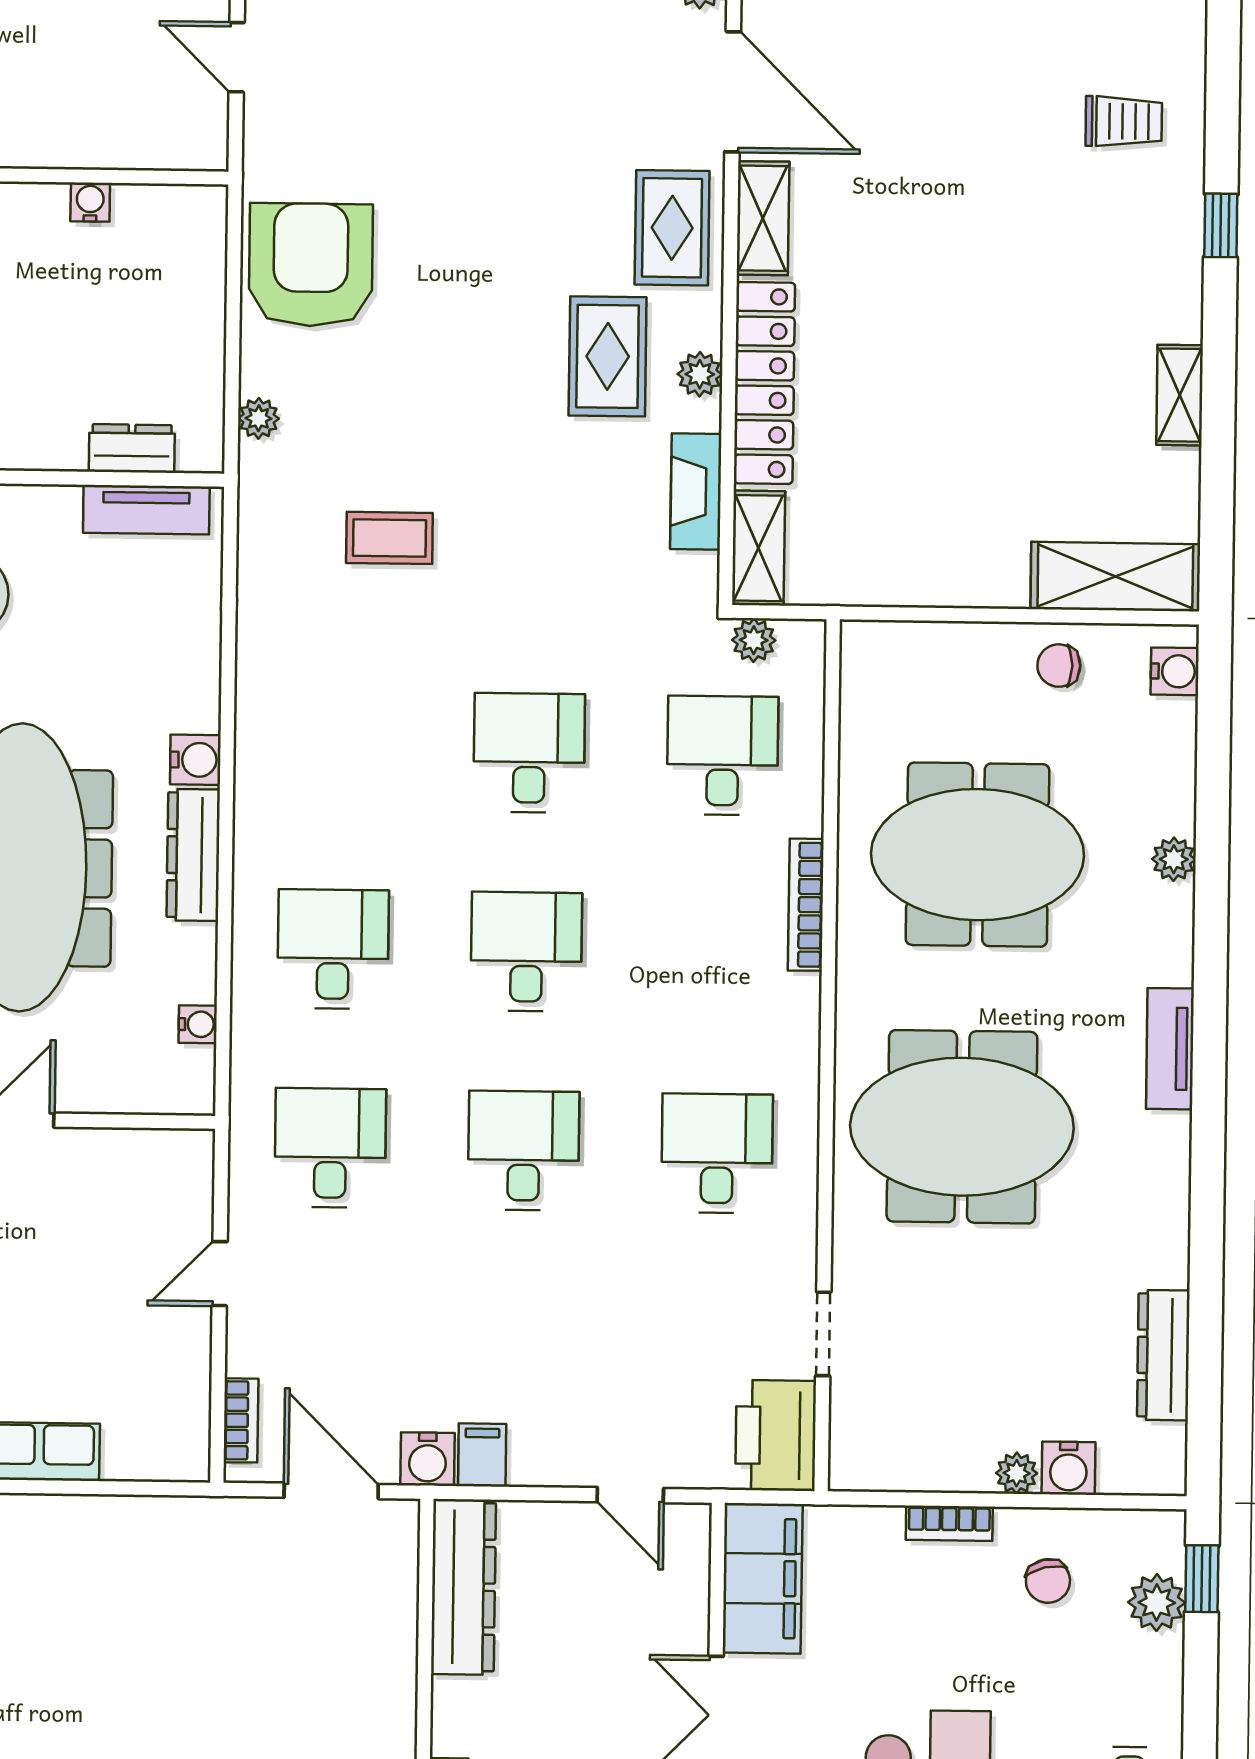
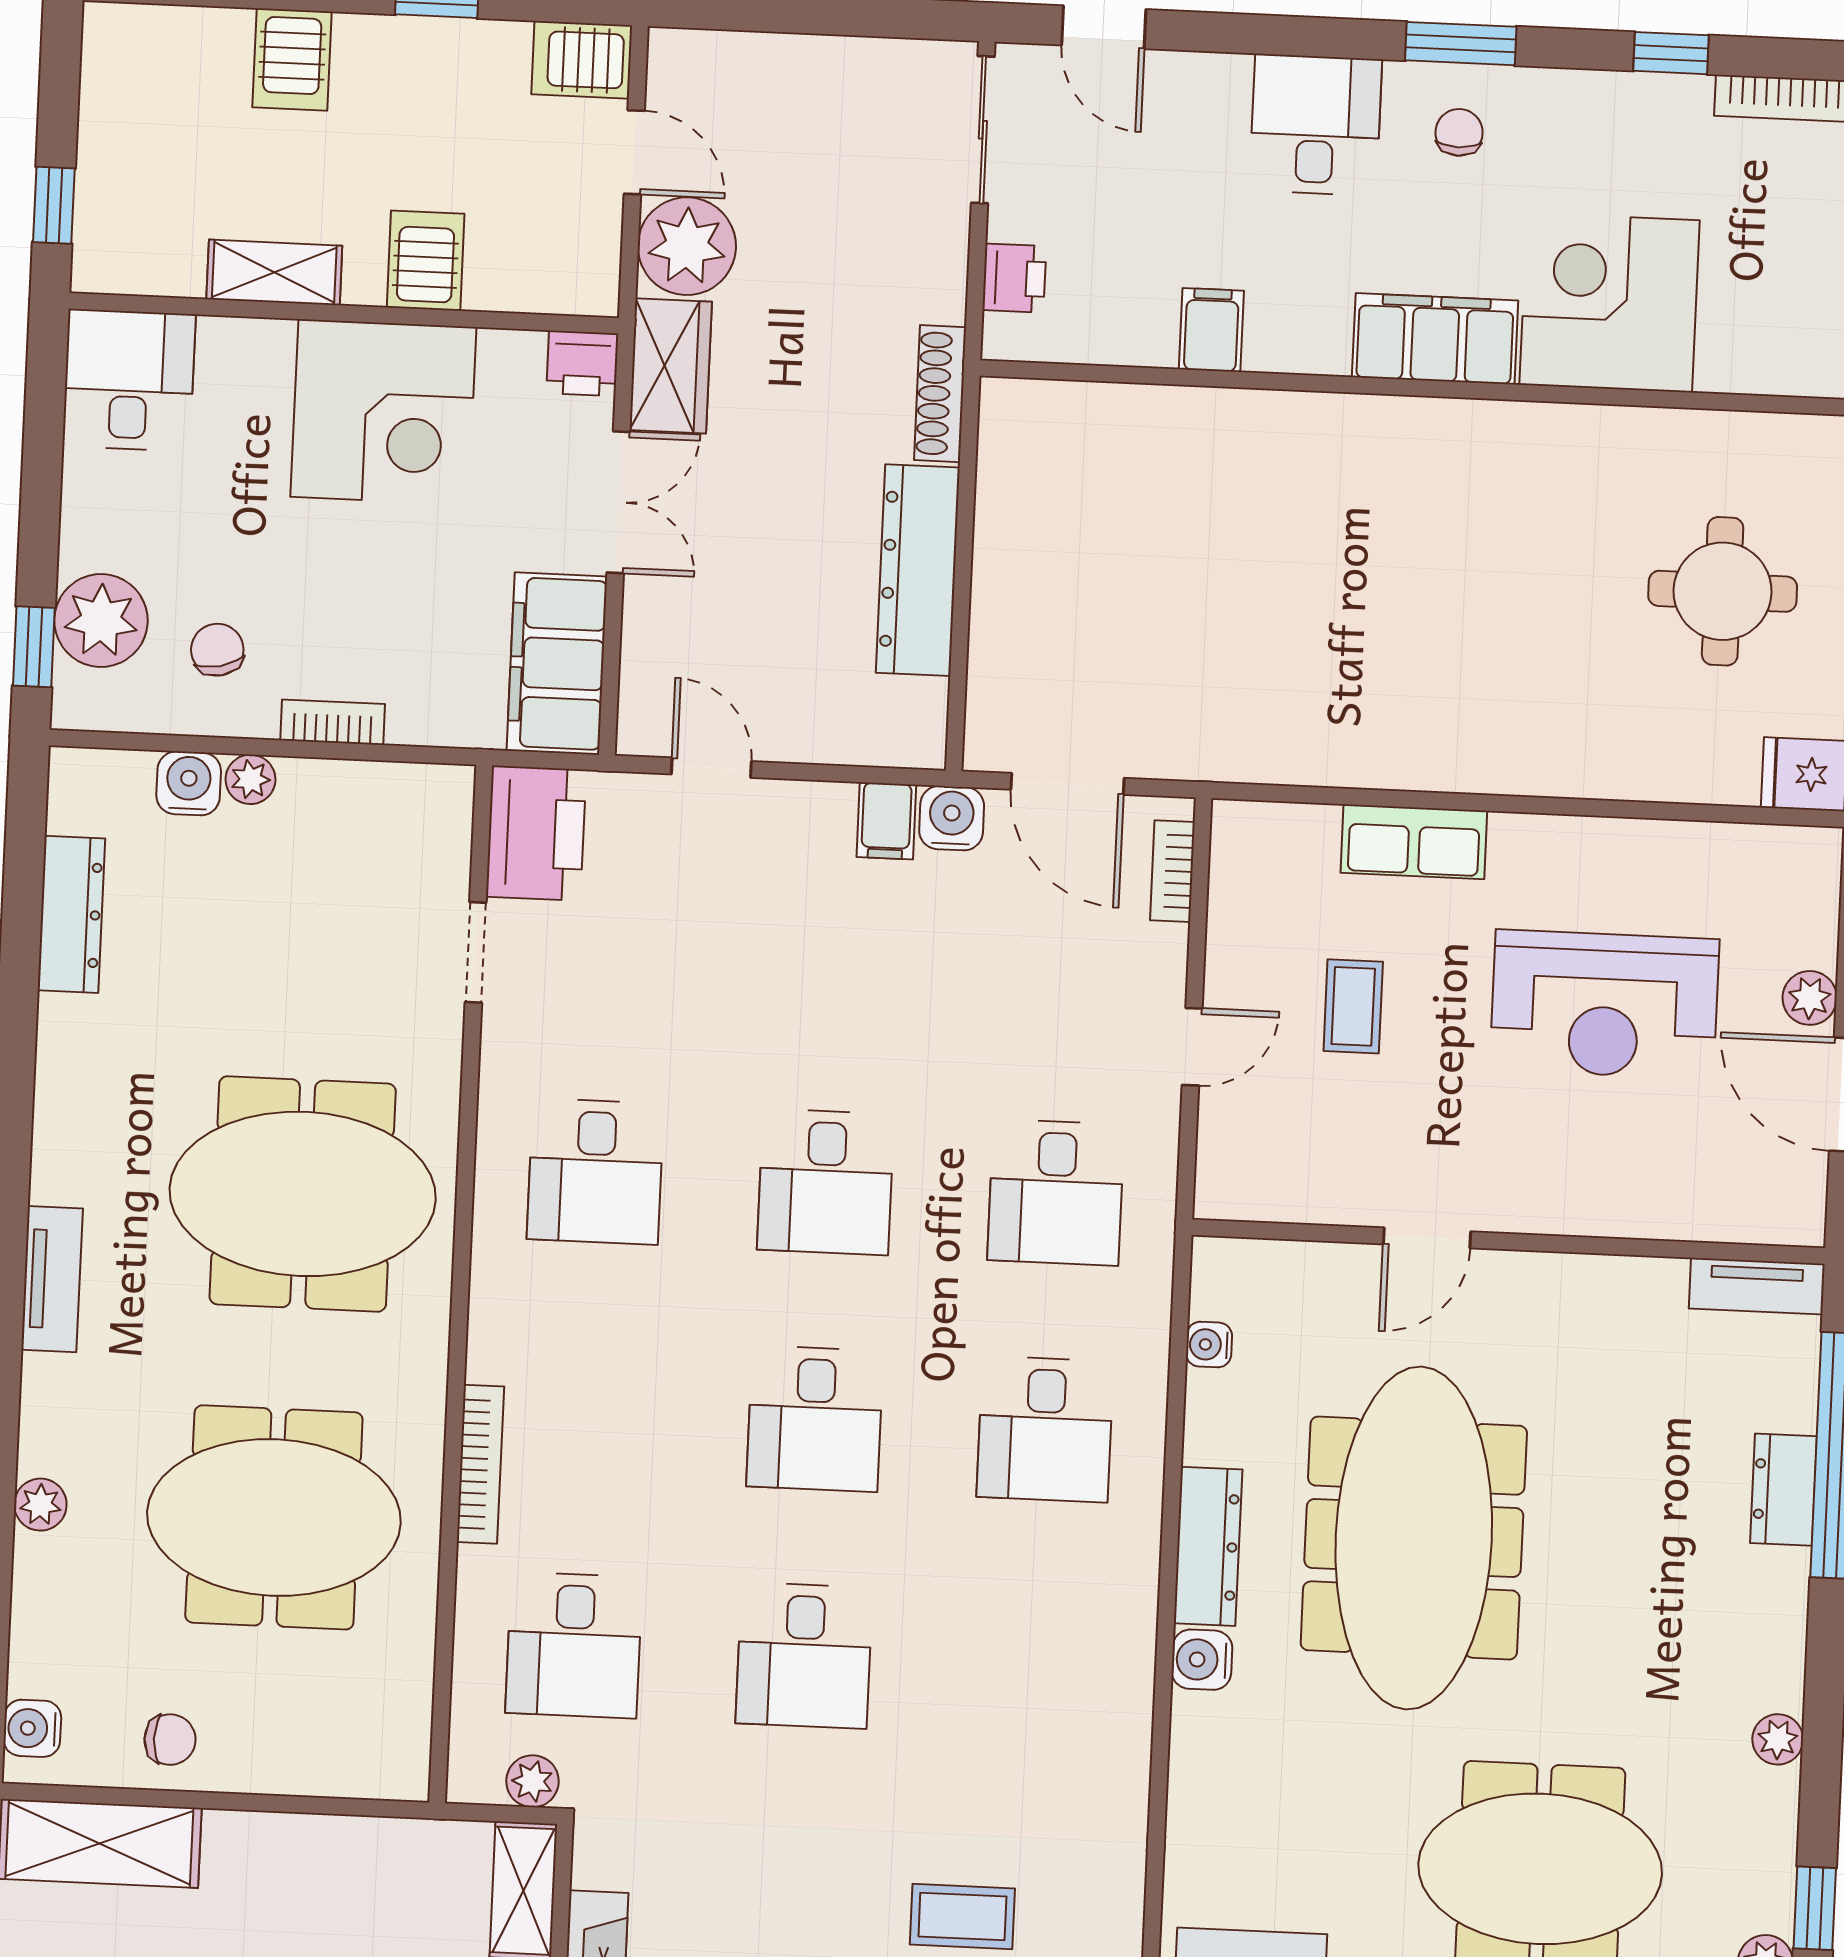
coffee table: (86, 1312) -> (1353, 1006), added
dresser: (463, 1587) -> (918, 570), moved
plant: (1157, 1603) -> (101, 621), width x1.36, depth x1.36

